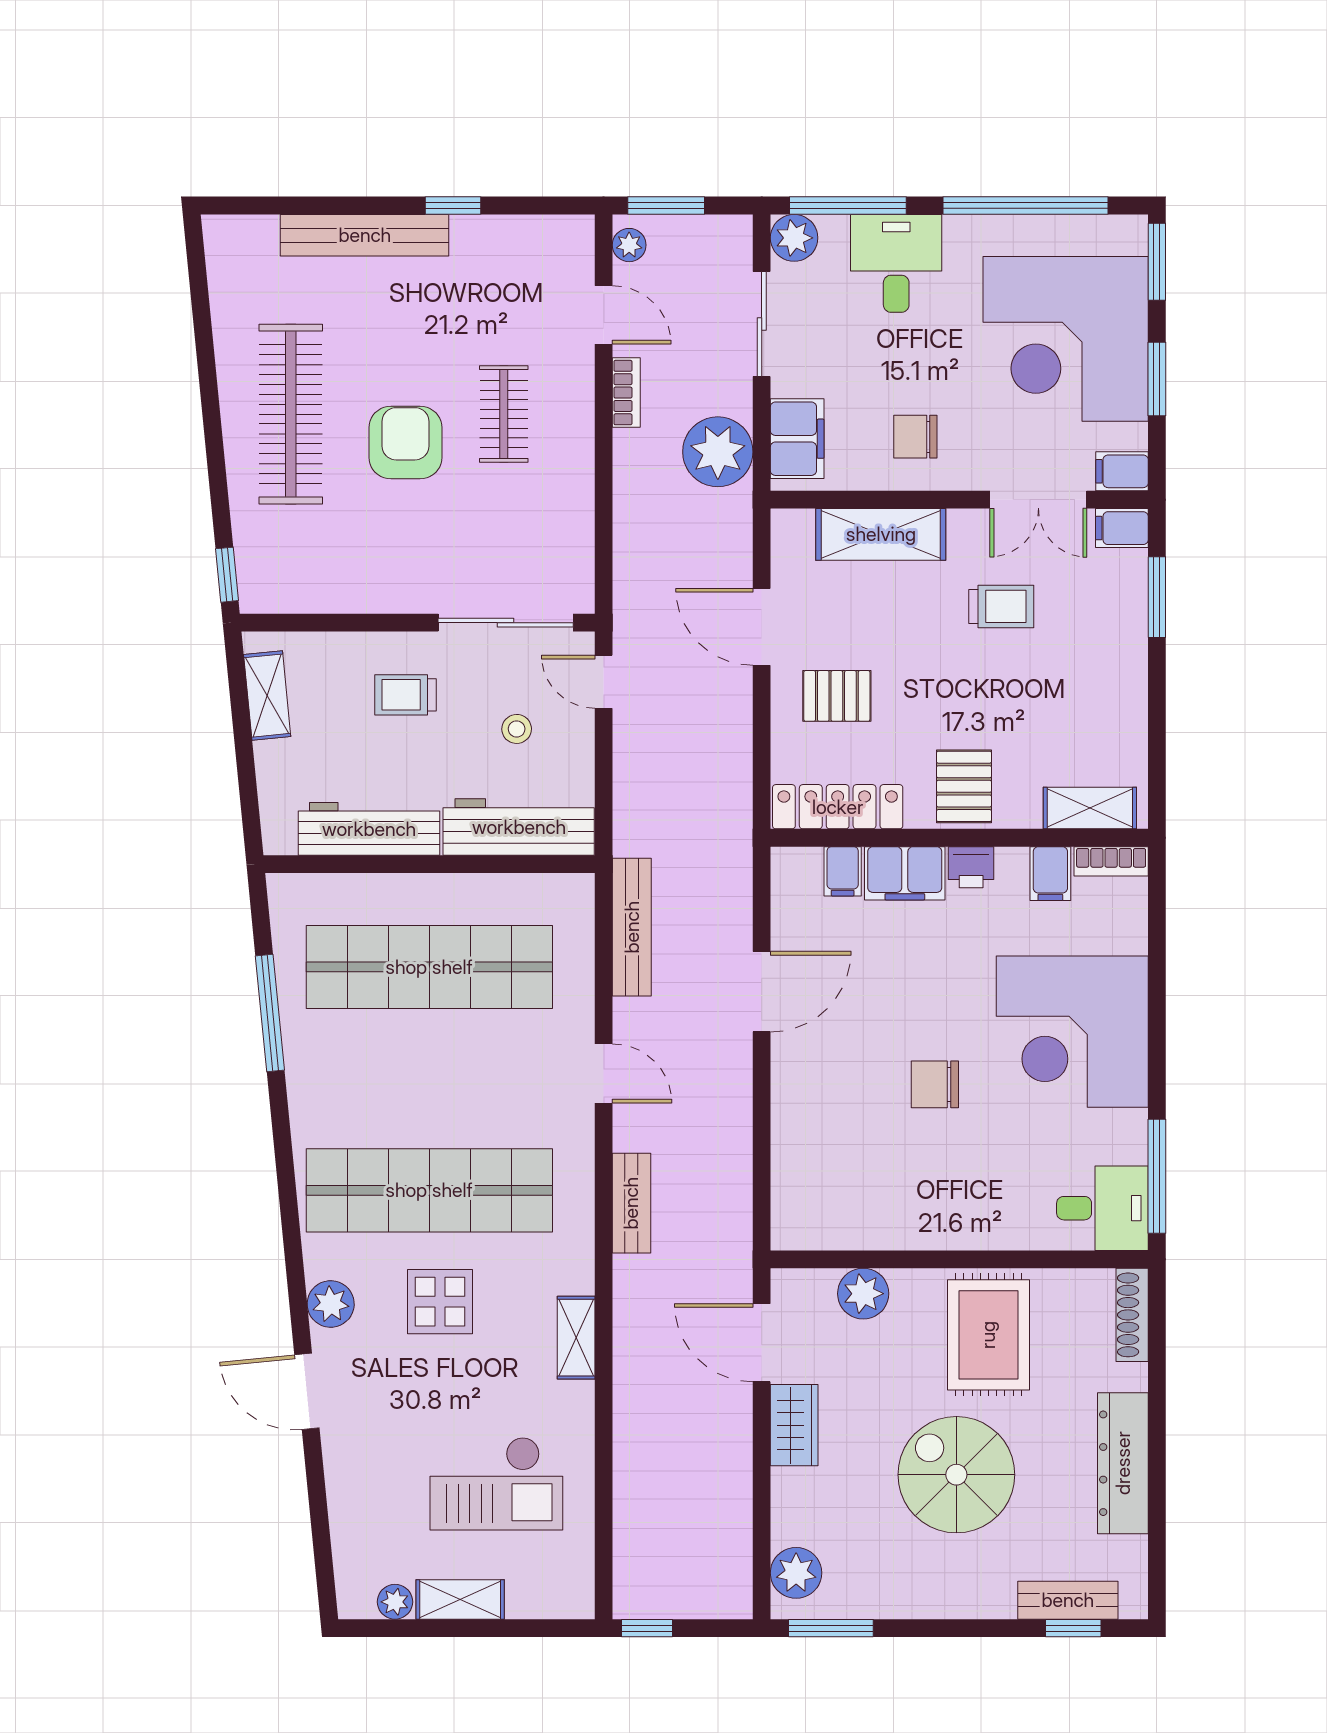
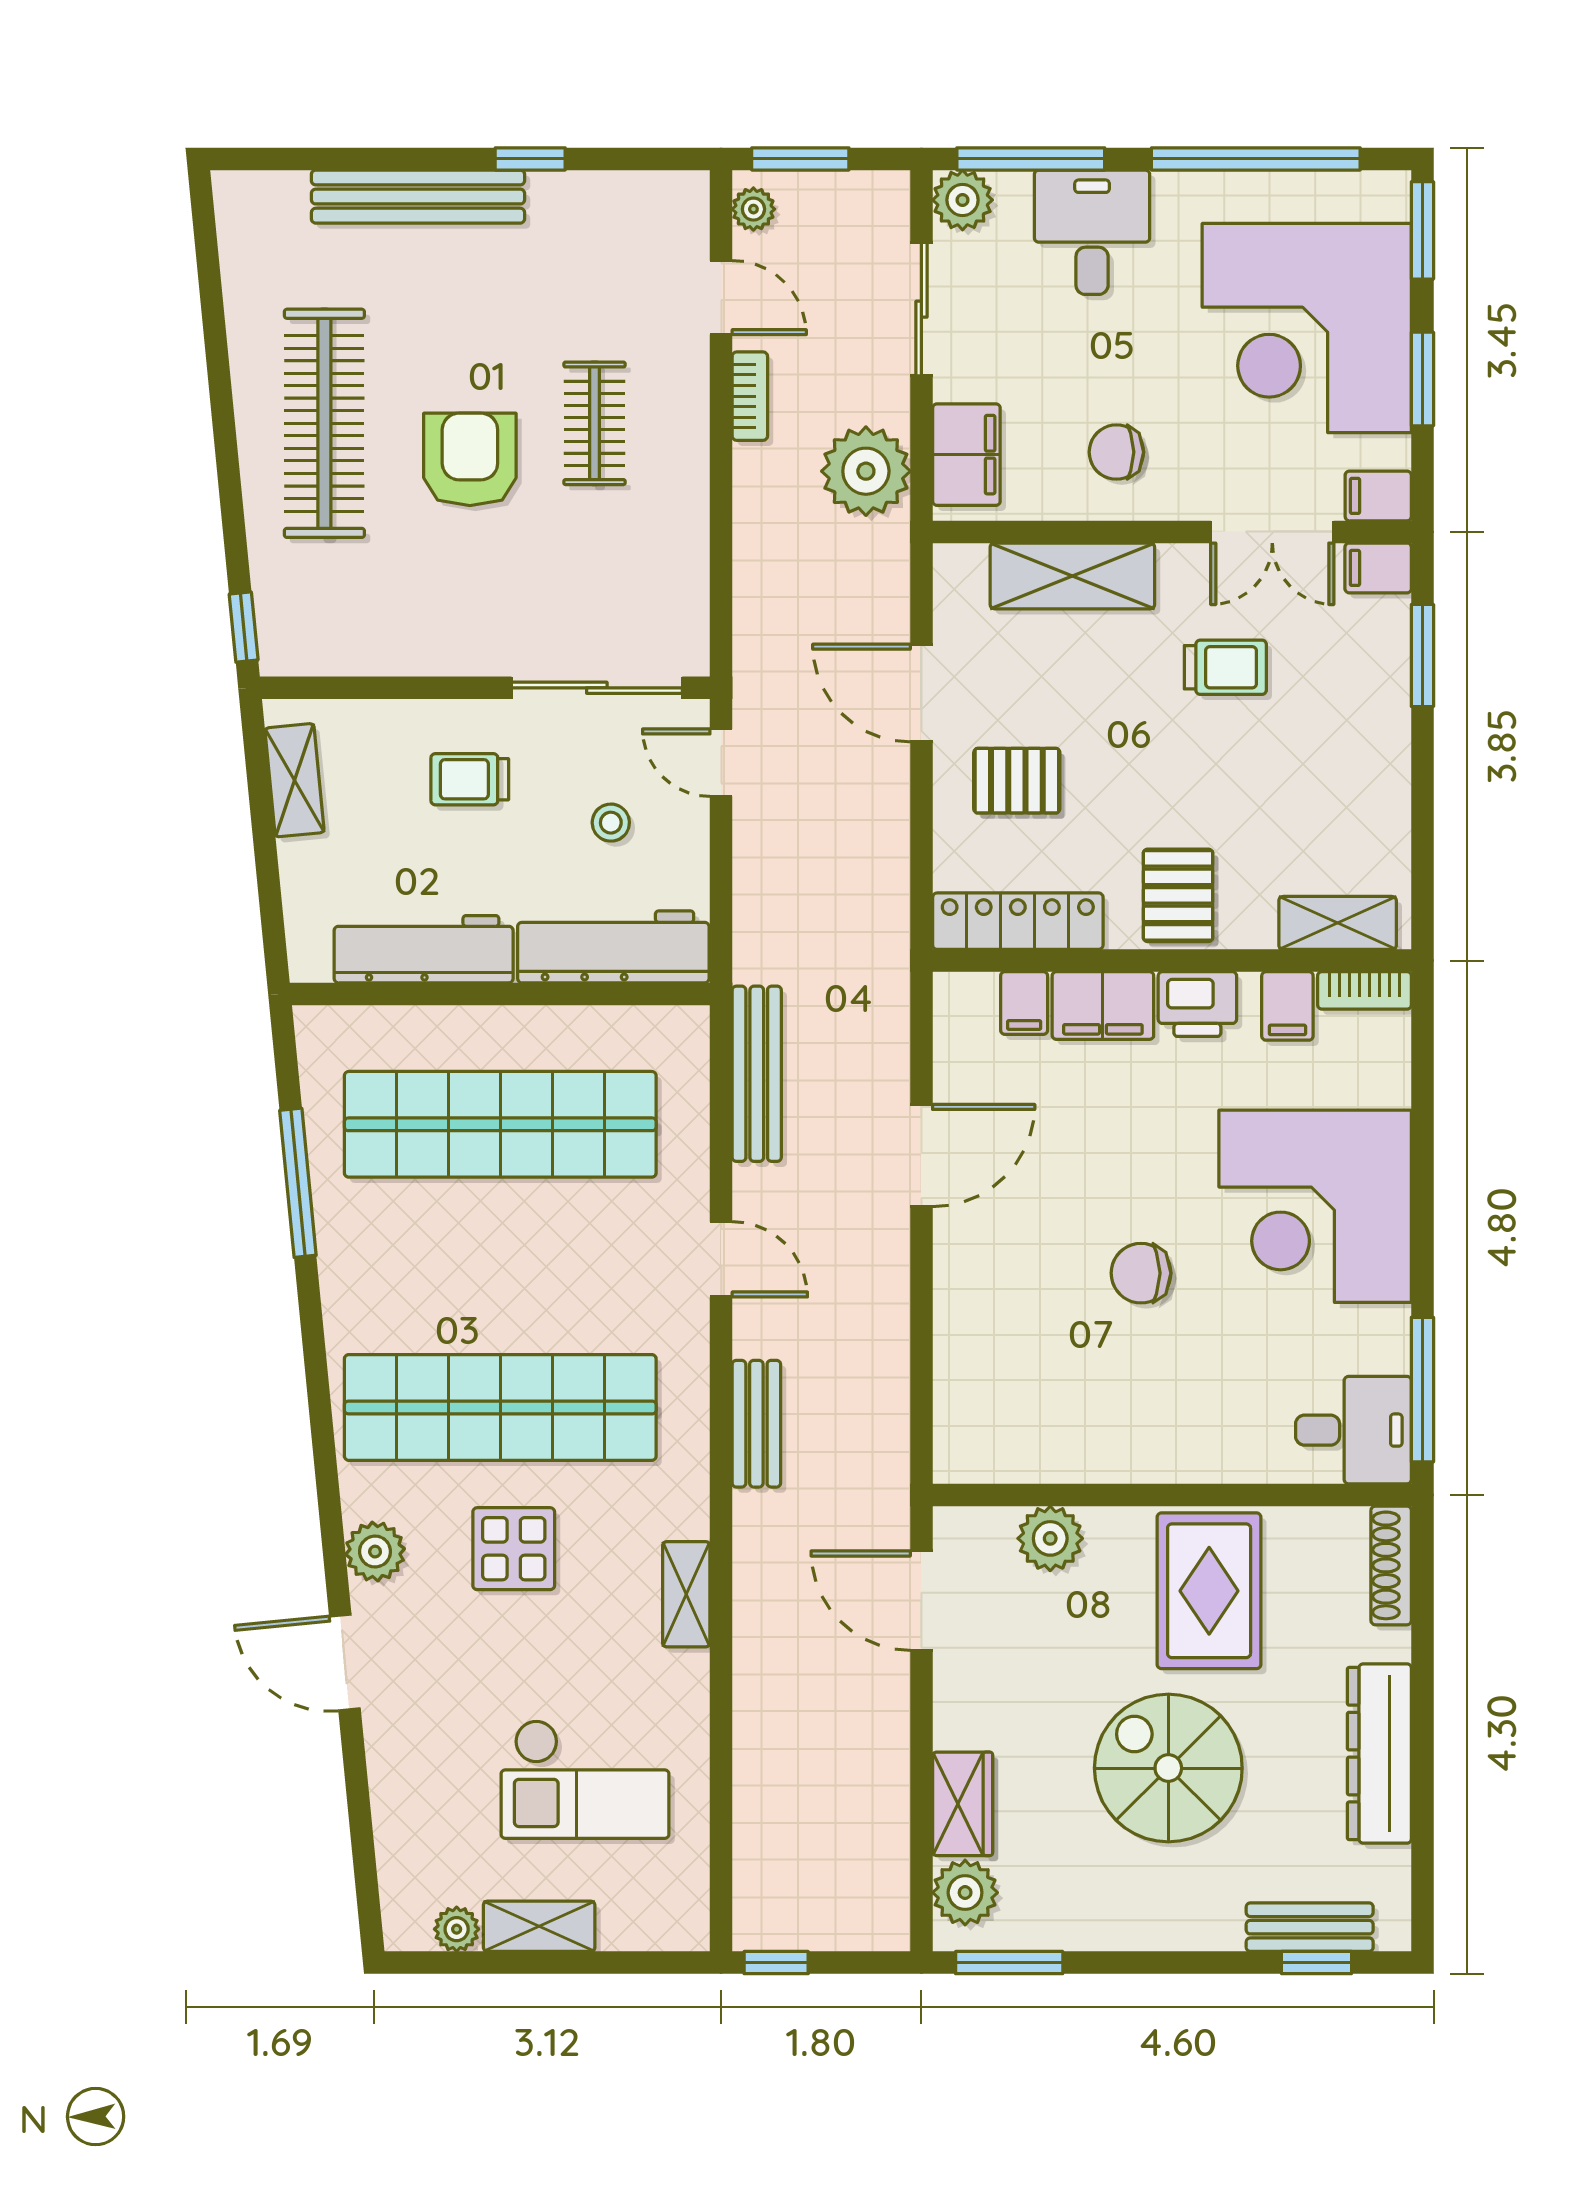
printer: (971, 867) -> (1197, 1004), width x1.36, depth x1.24
wardrobe: (794, 1425) -> (963, 1804), moved

